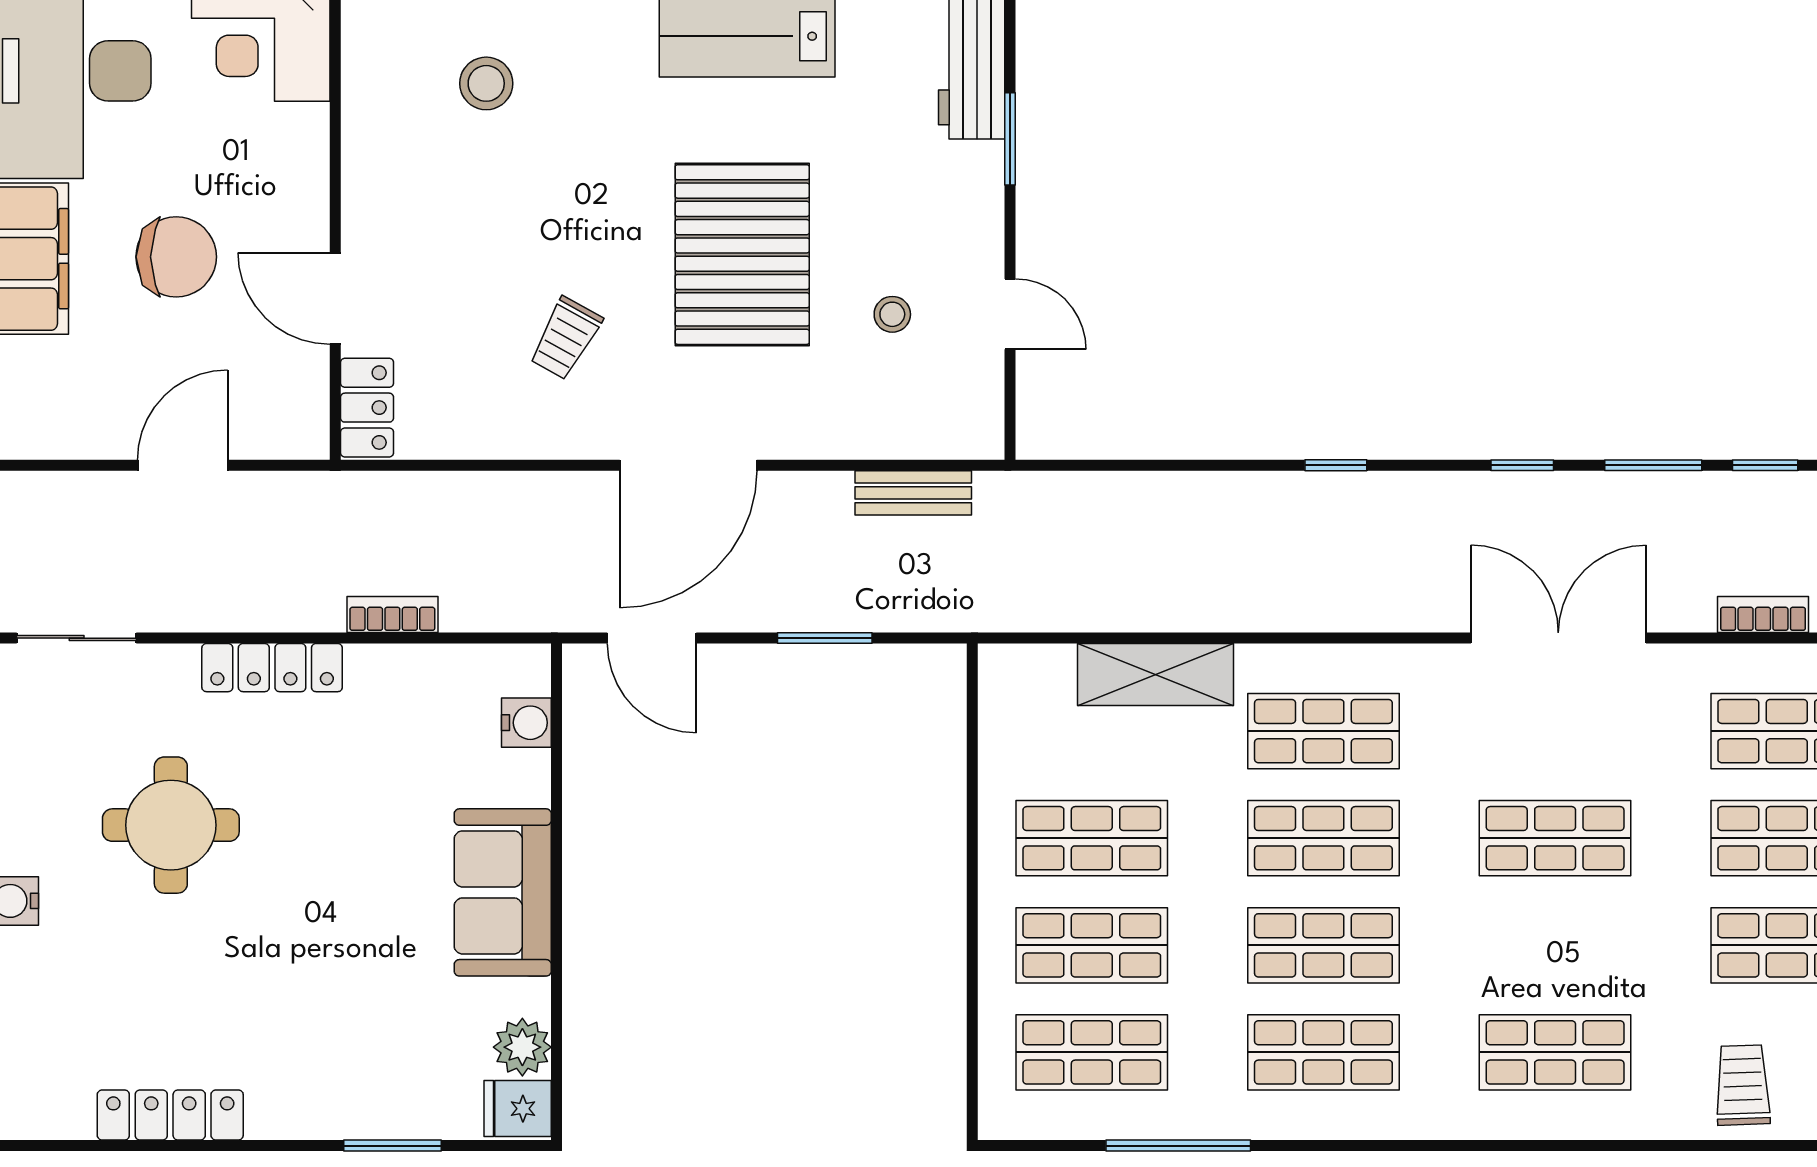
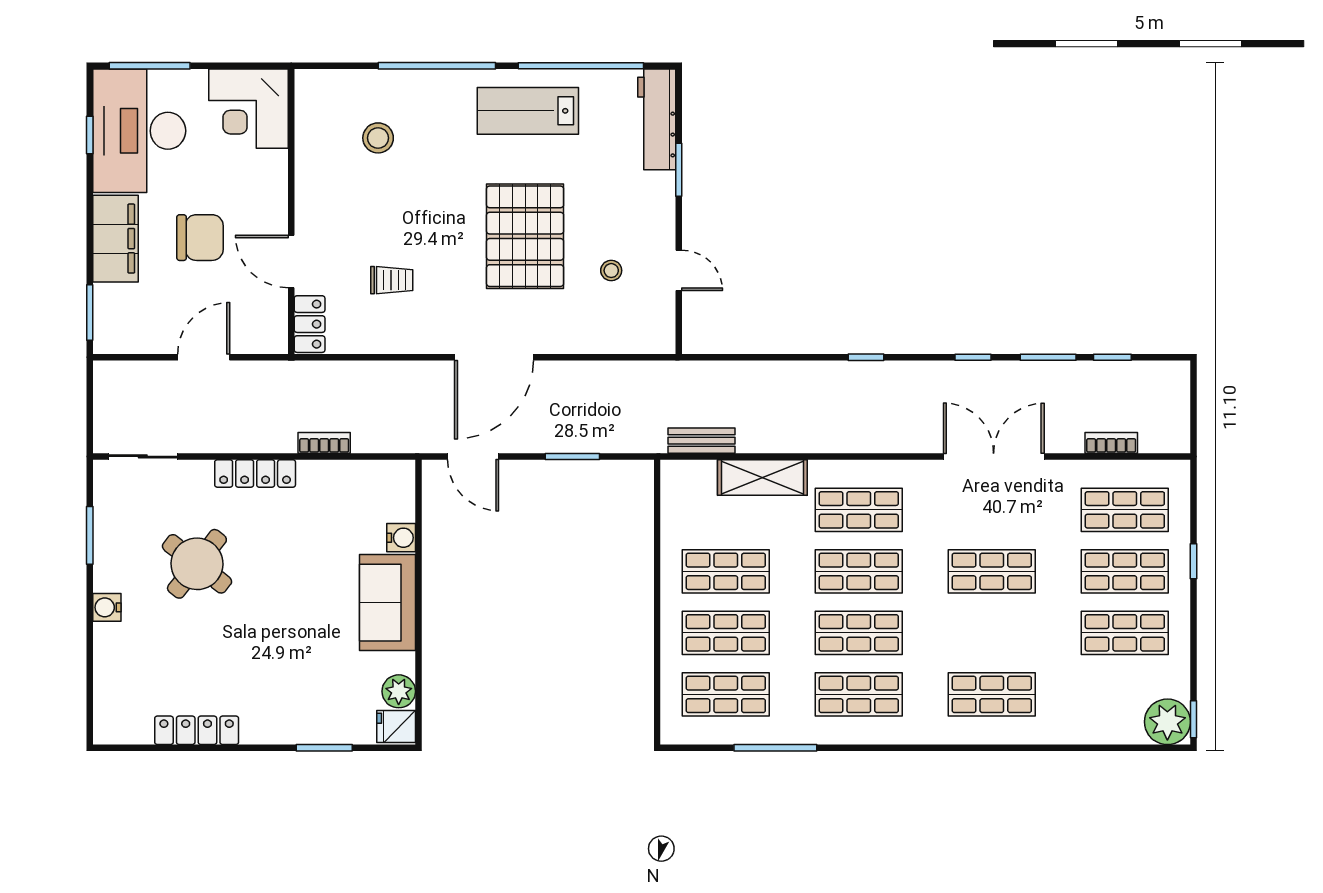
trolley: (566, 338) -> (392, 280), moved, turned -119
bench: (913, 493) -> (702, 441), moved
water cooler: (526, 723) -> (401, 538), moved
round table: (171, 825) -> (197, 564), turned 38
trolley: (1743, 1085) -> (1100, 713), removed

